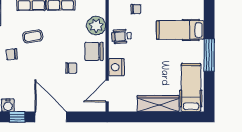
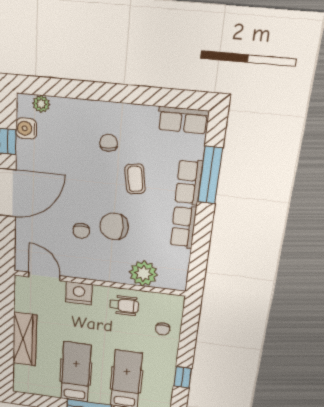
wheelchair: (122, 36) -> (124, 305), turned 94
chair: (94, 51) -> (114, 226), moved, turned -90
hospital bed: (191, 87) -> (76, 372), moved, turned -90

